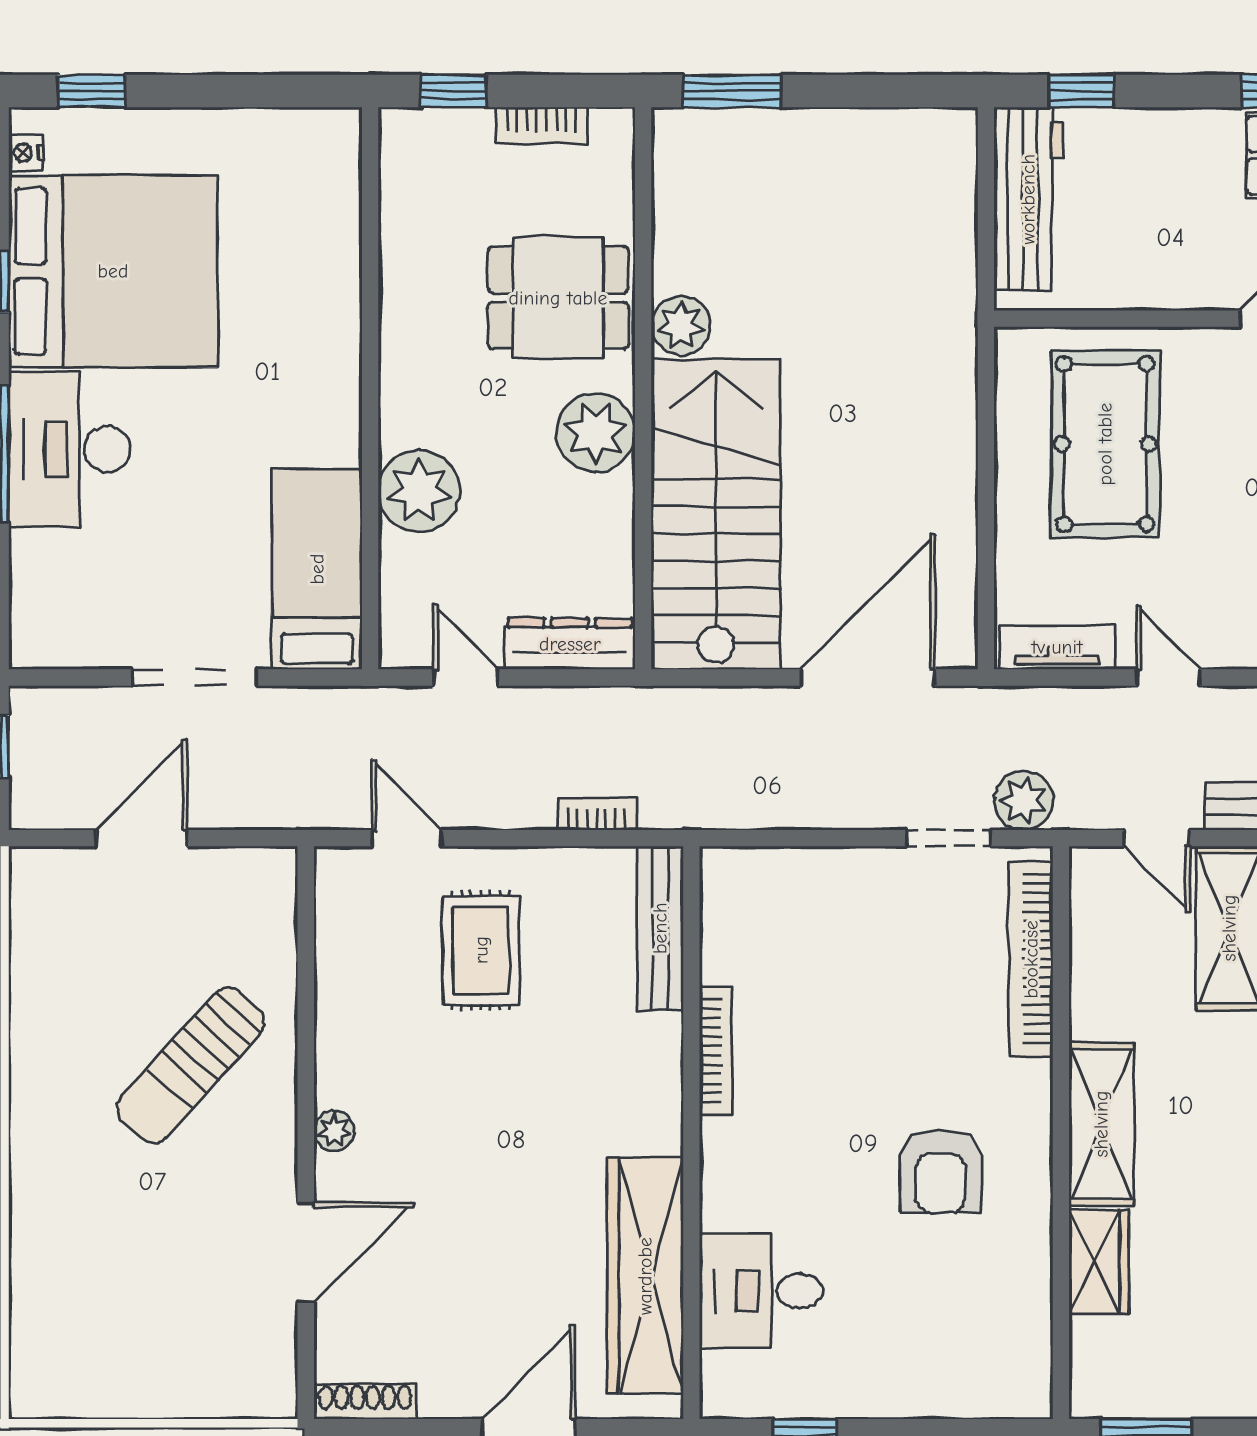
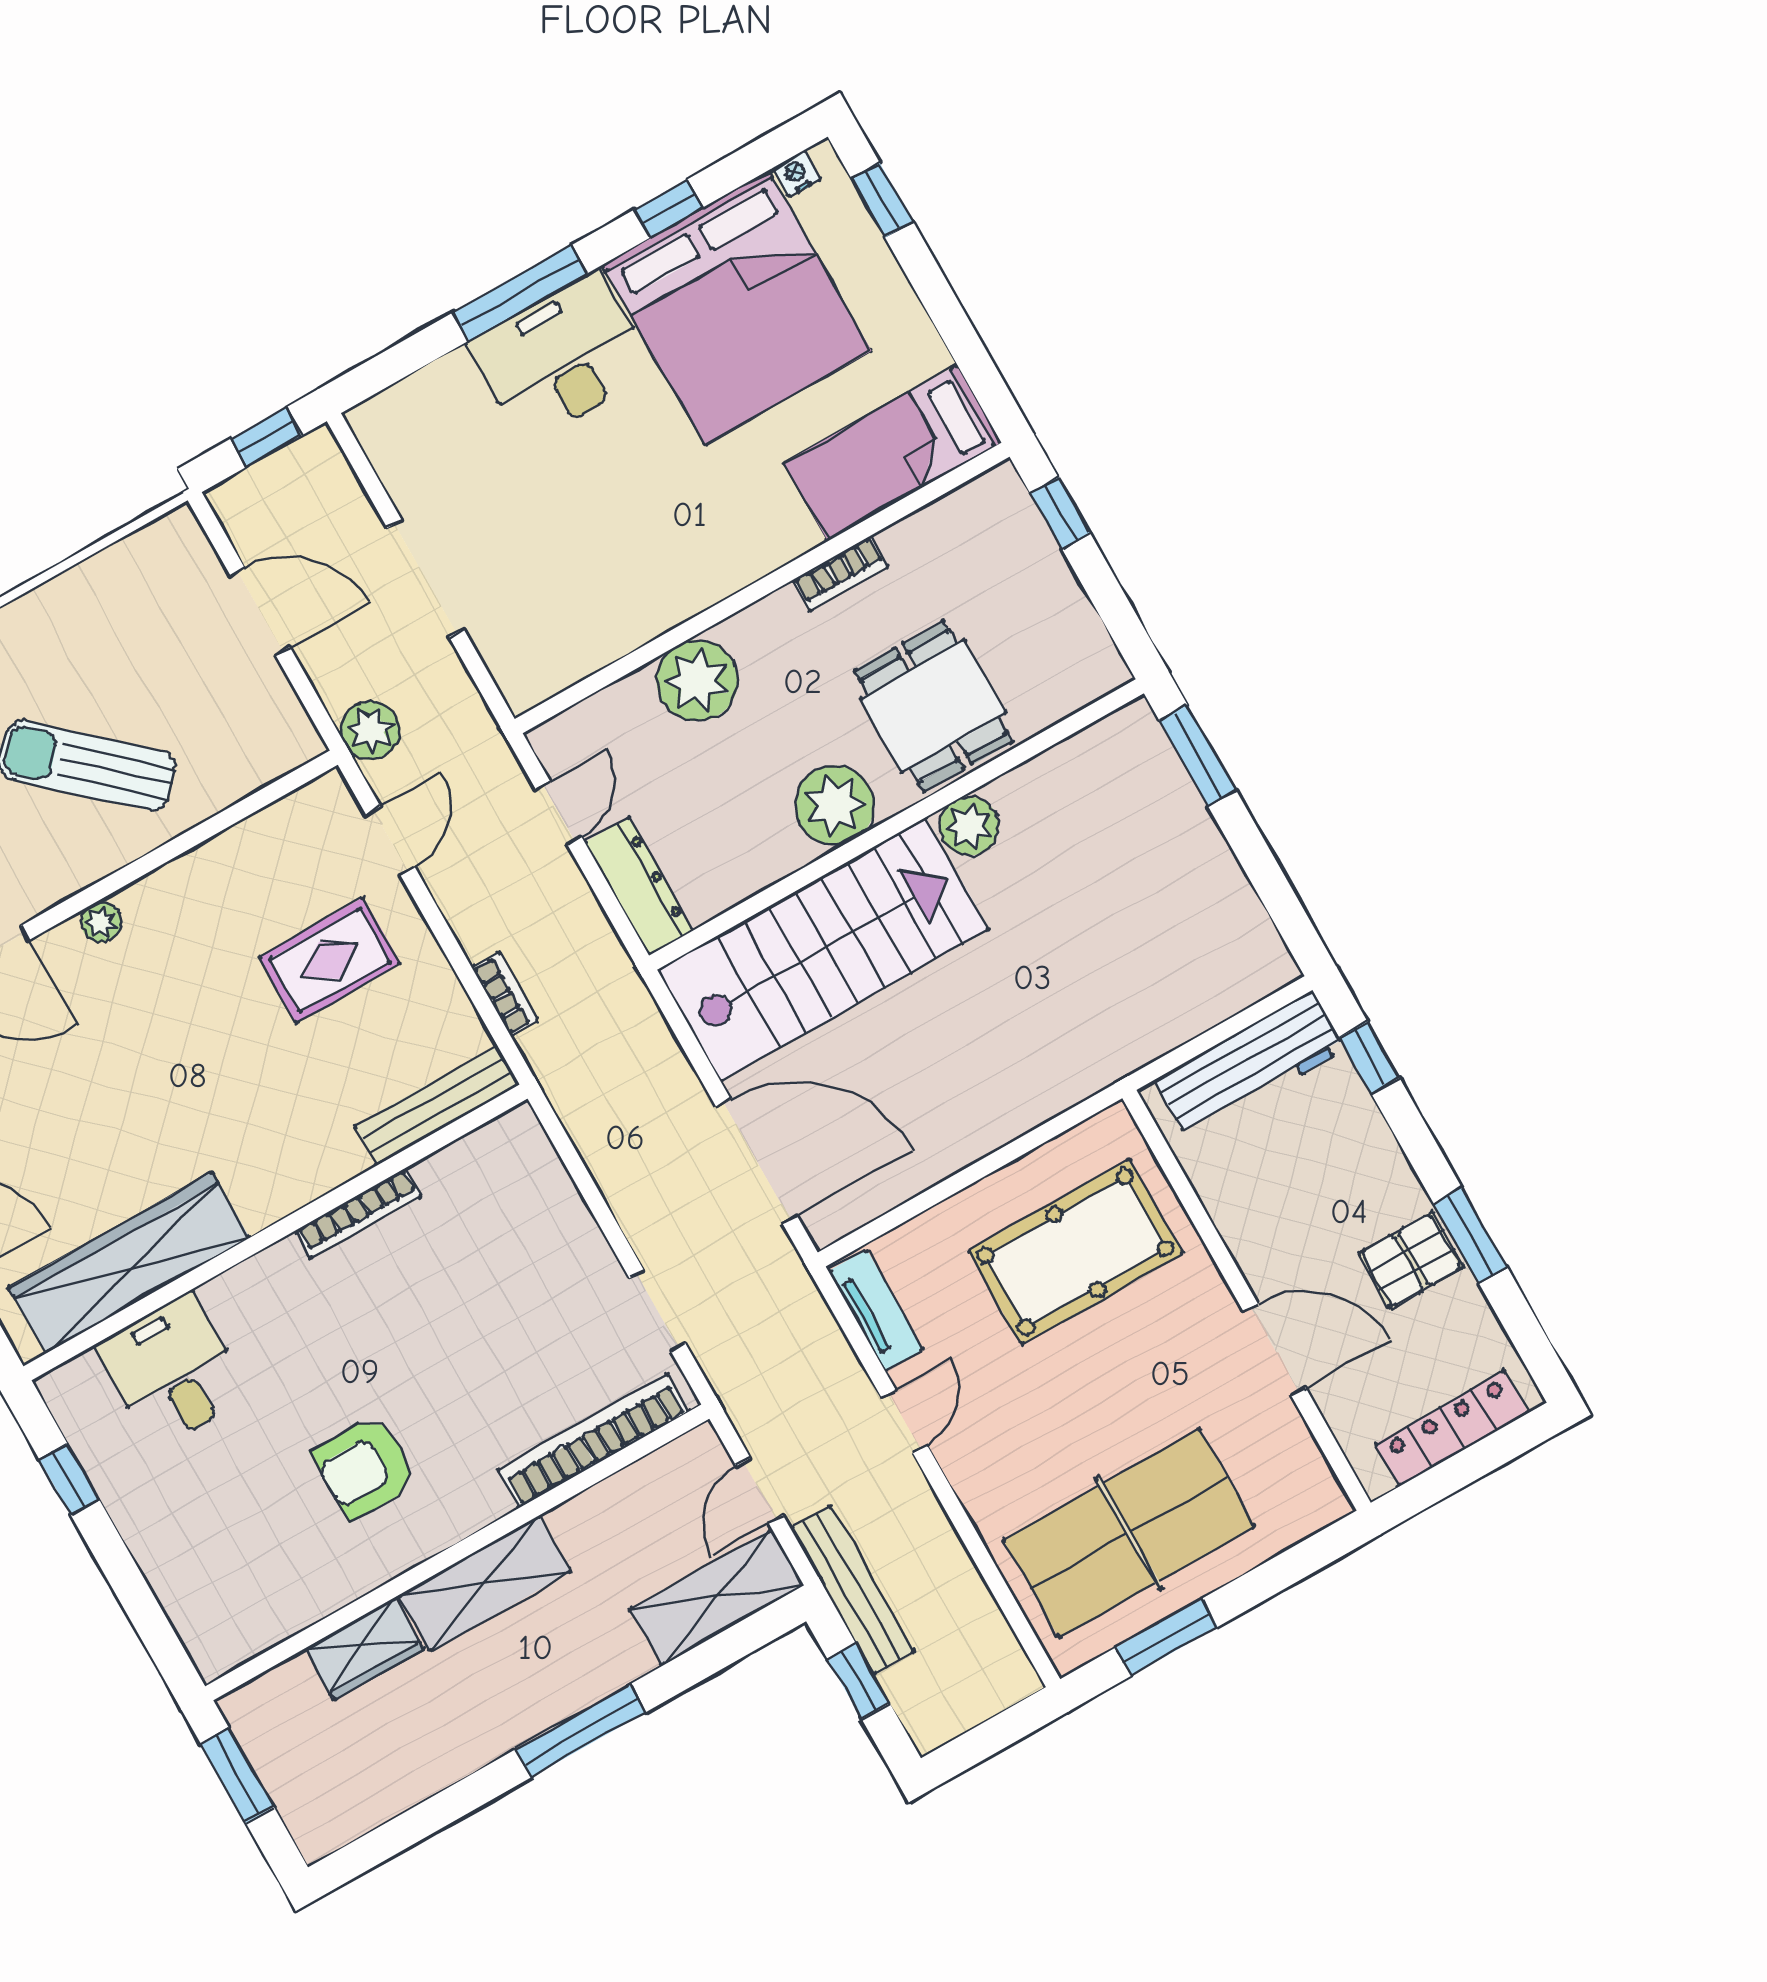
bookcase: (542, 125) -> (840, 573), moved, turned -90
bed: (317, 569) -> (893, 453), moved, turned 180
plant: (1024, 801) -> (371, 730), moved

